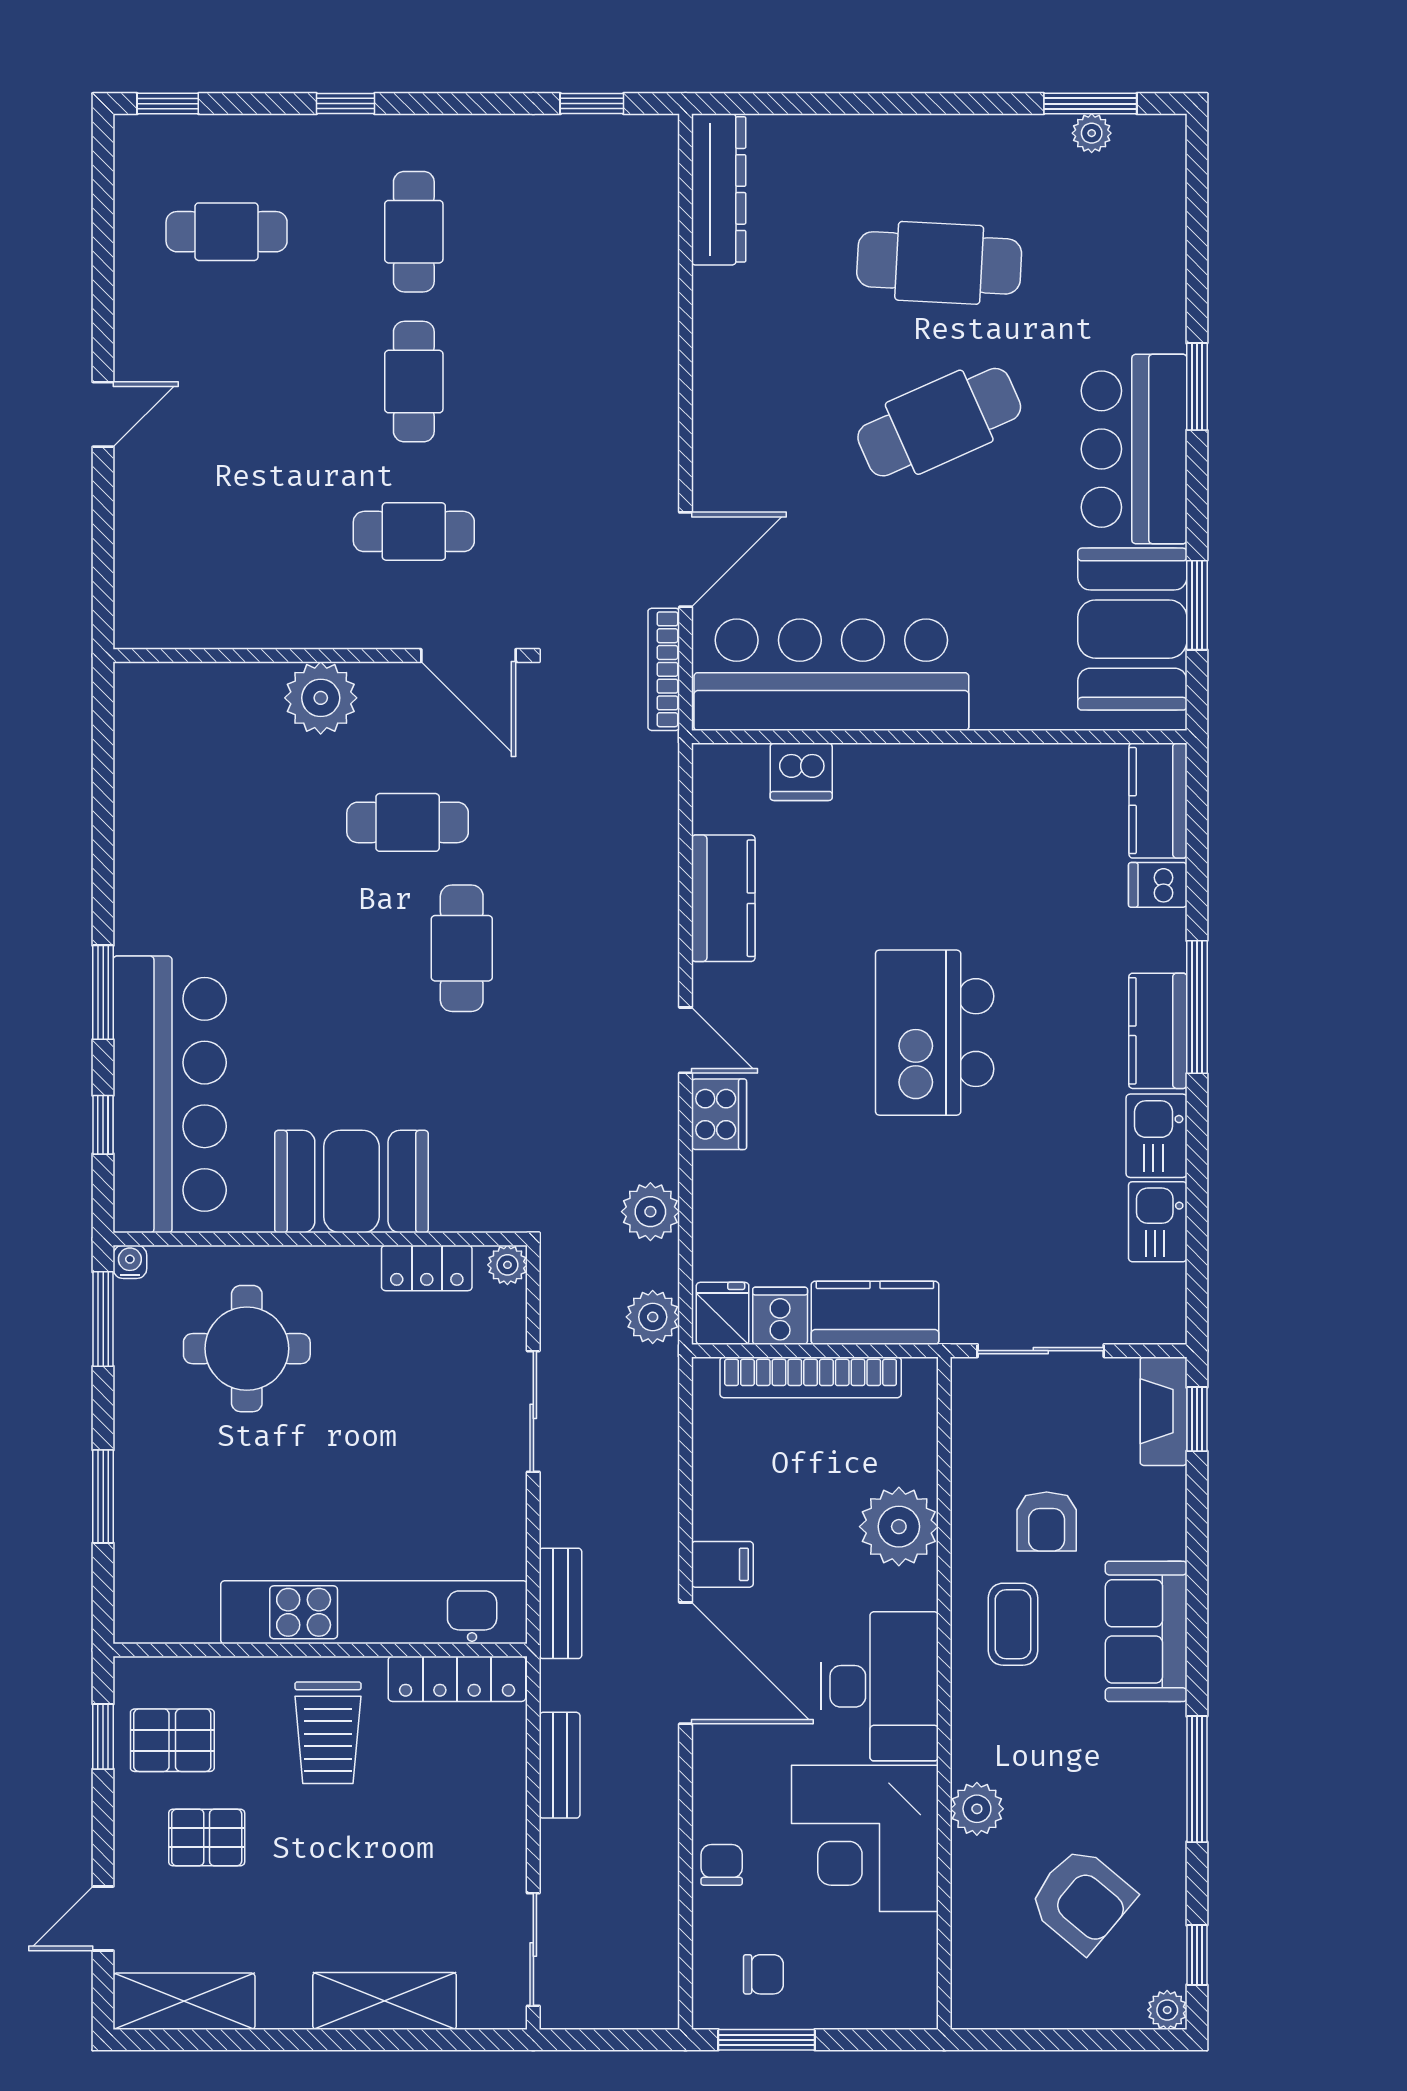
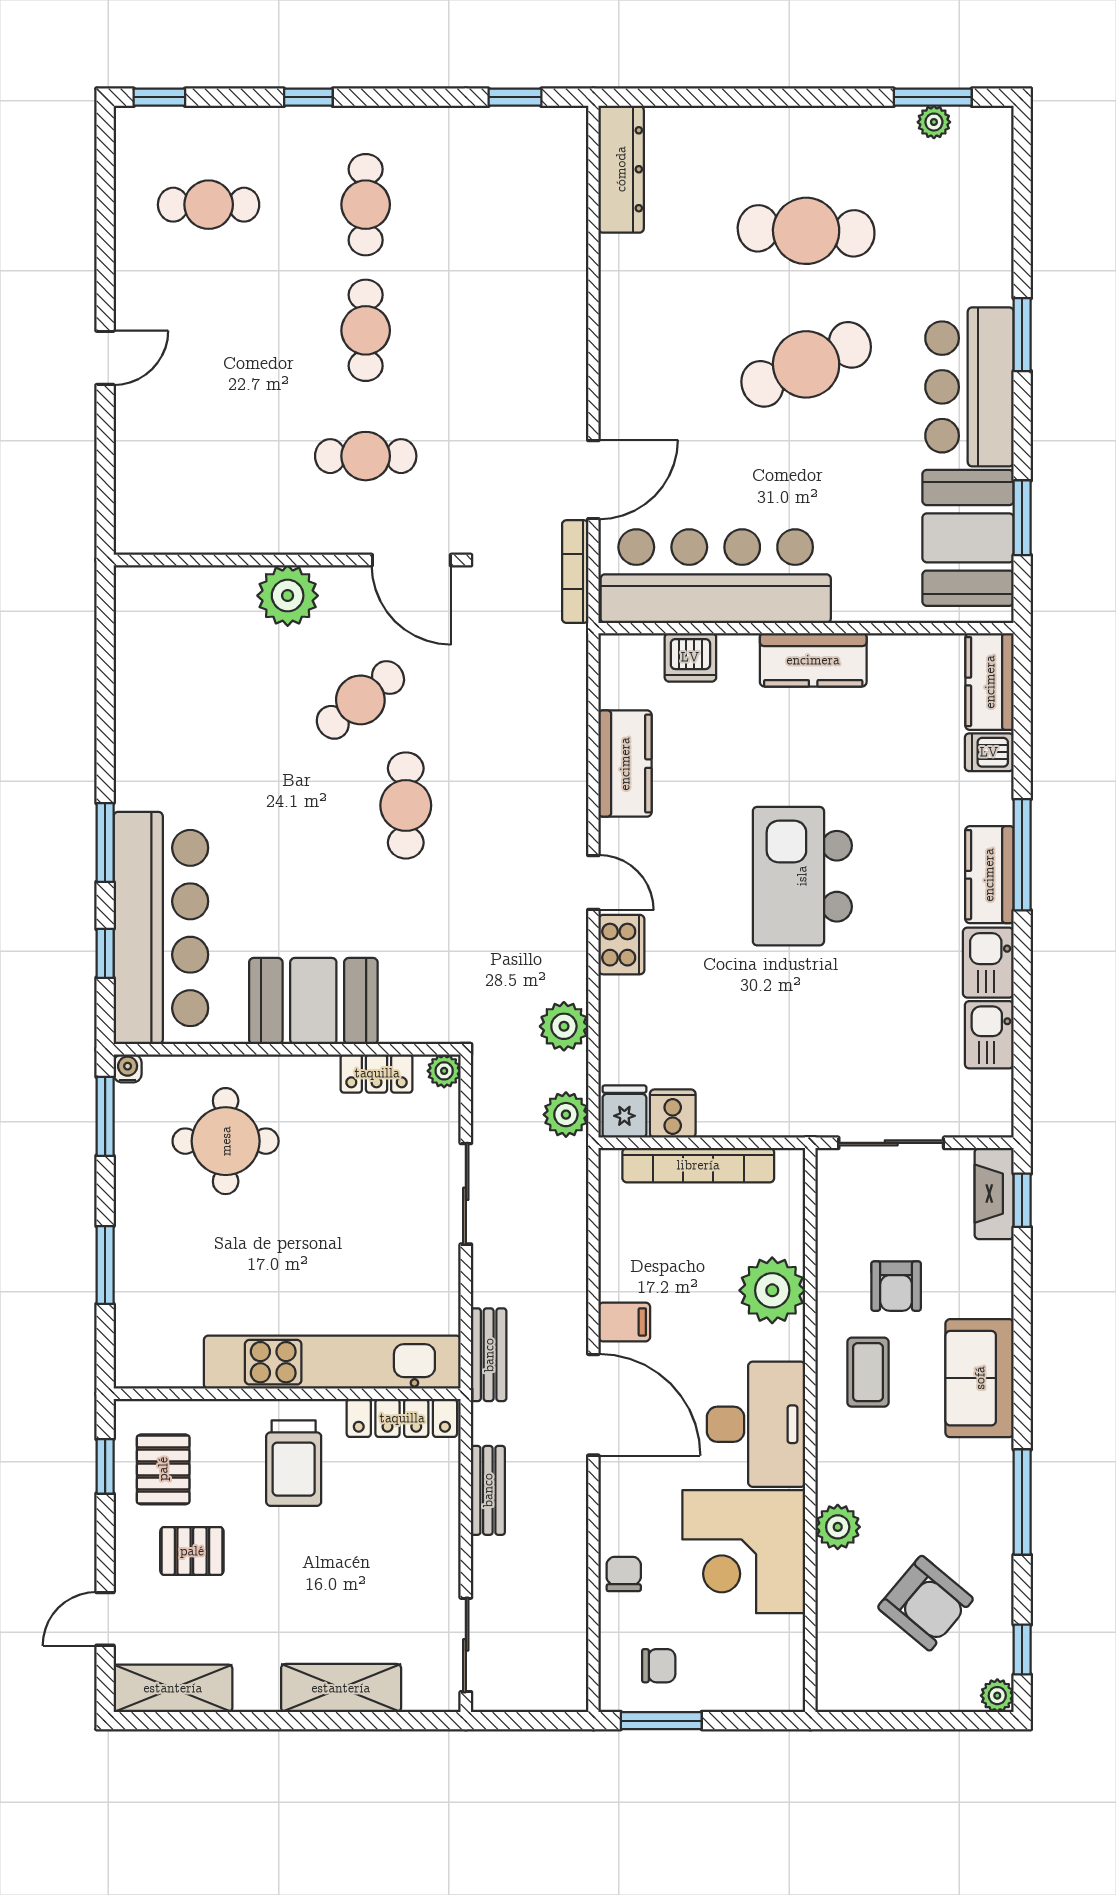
cafe table: (408, 822) -> (360, 700), turned -39
kitchen counter: (875, 1313) -> (813, 660), moved, turned 180
pallet: (172, 1740) -> (163, 1469), turned 90

